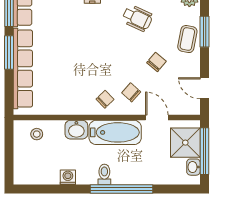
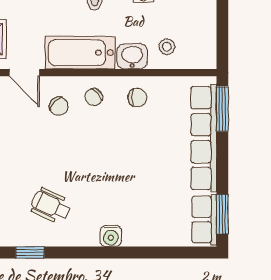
window: (9, 52) -> (222, 109), moved
chair: (156, 62) -> (137, 97), moved, turned -130
stool: (37, 134) -> (167, 47), moved

